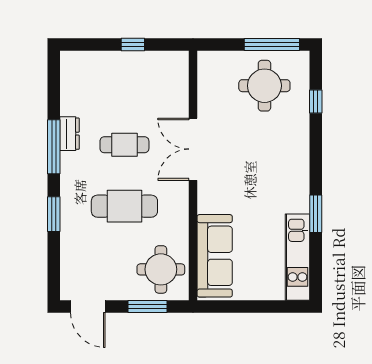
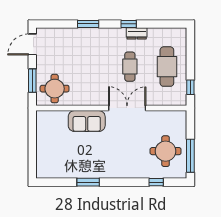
window: (133, 44) -> (190, 87), moved
window: (54, 147) -> (129, 24), width x0.46
cafe table: (124, 206) -> (167, 67), moved
sofa: (215, 256) -> (87, 121), moved, width x0.73
kitchen unit: (298, 257) -> (62, 171), removed

